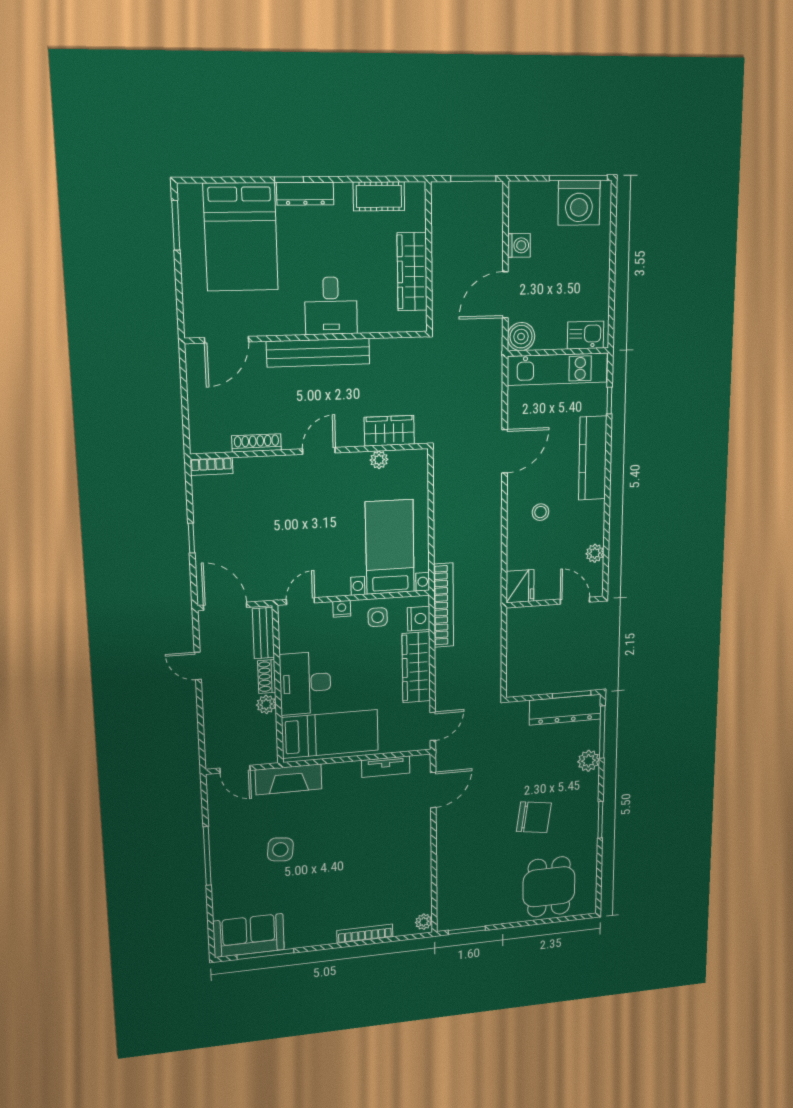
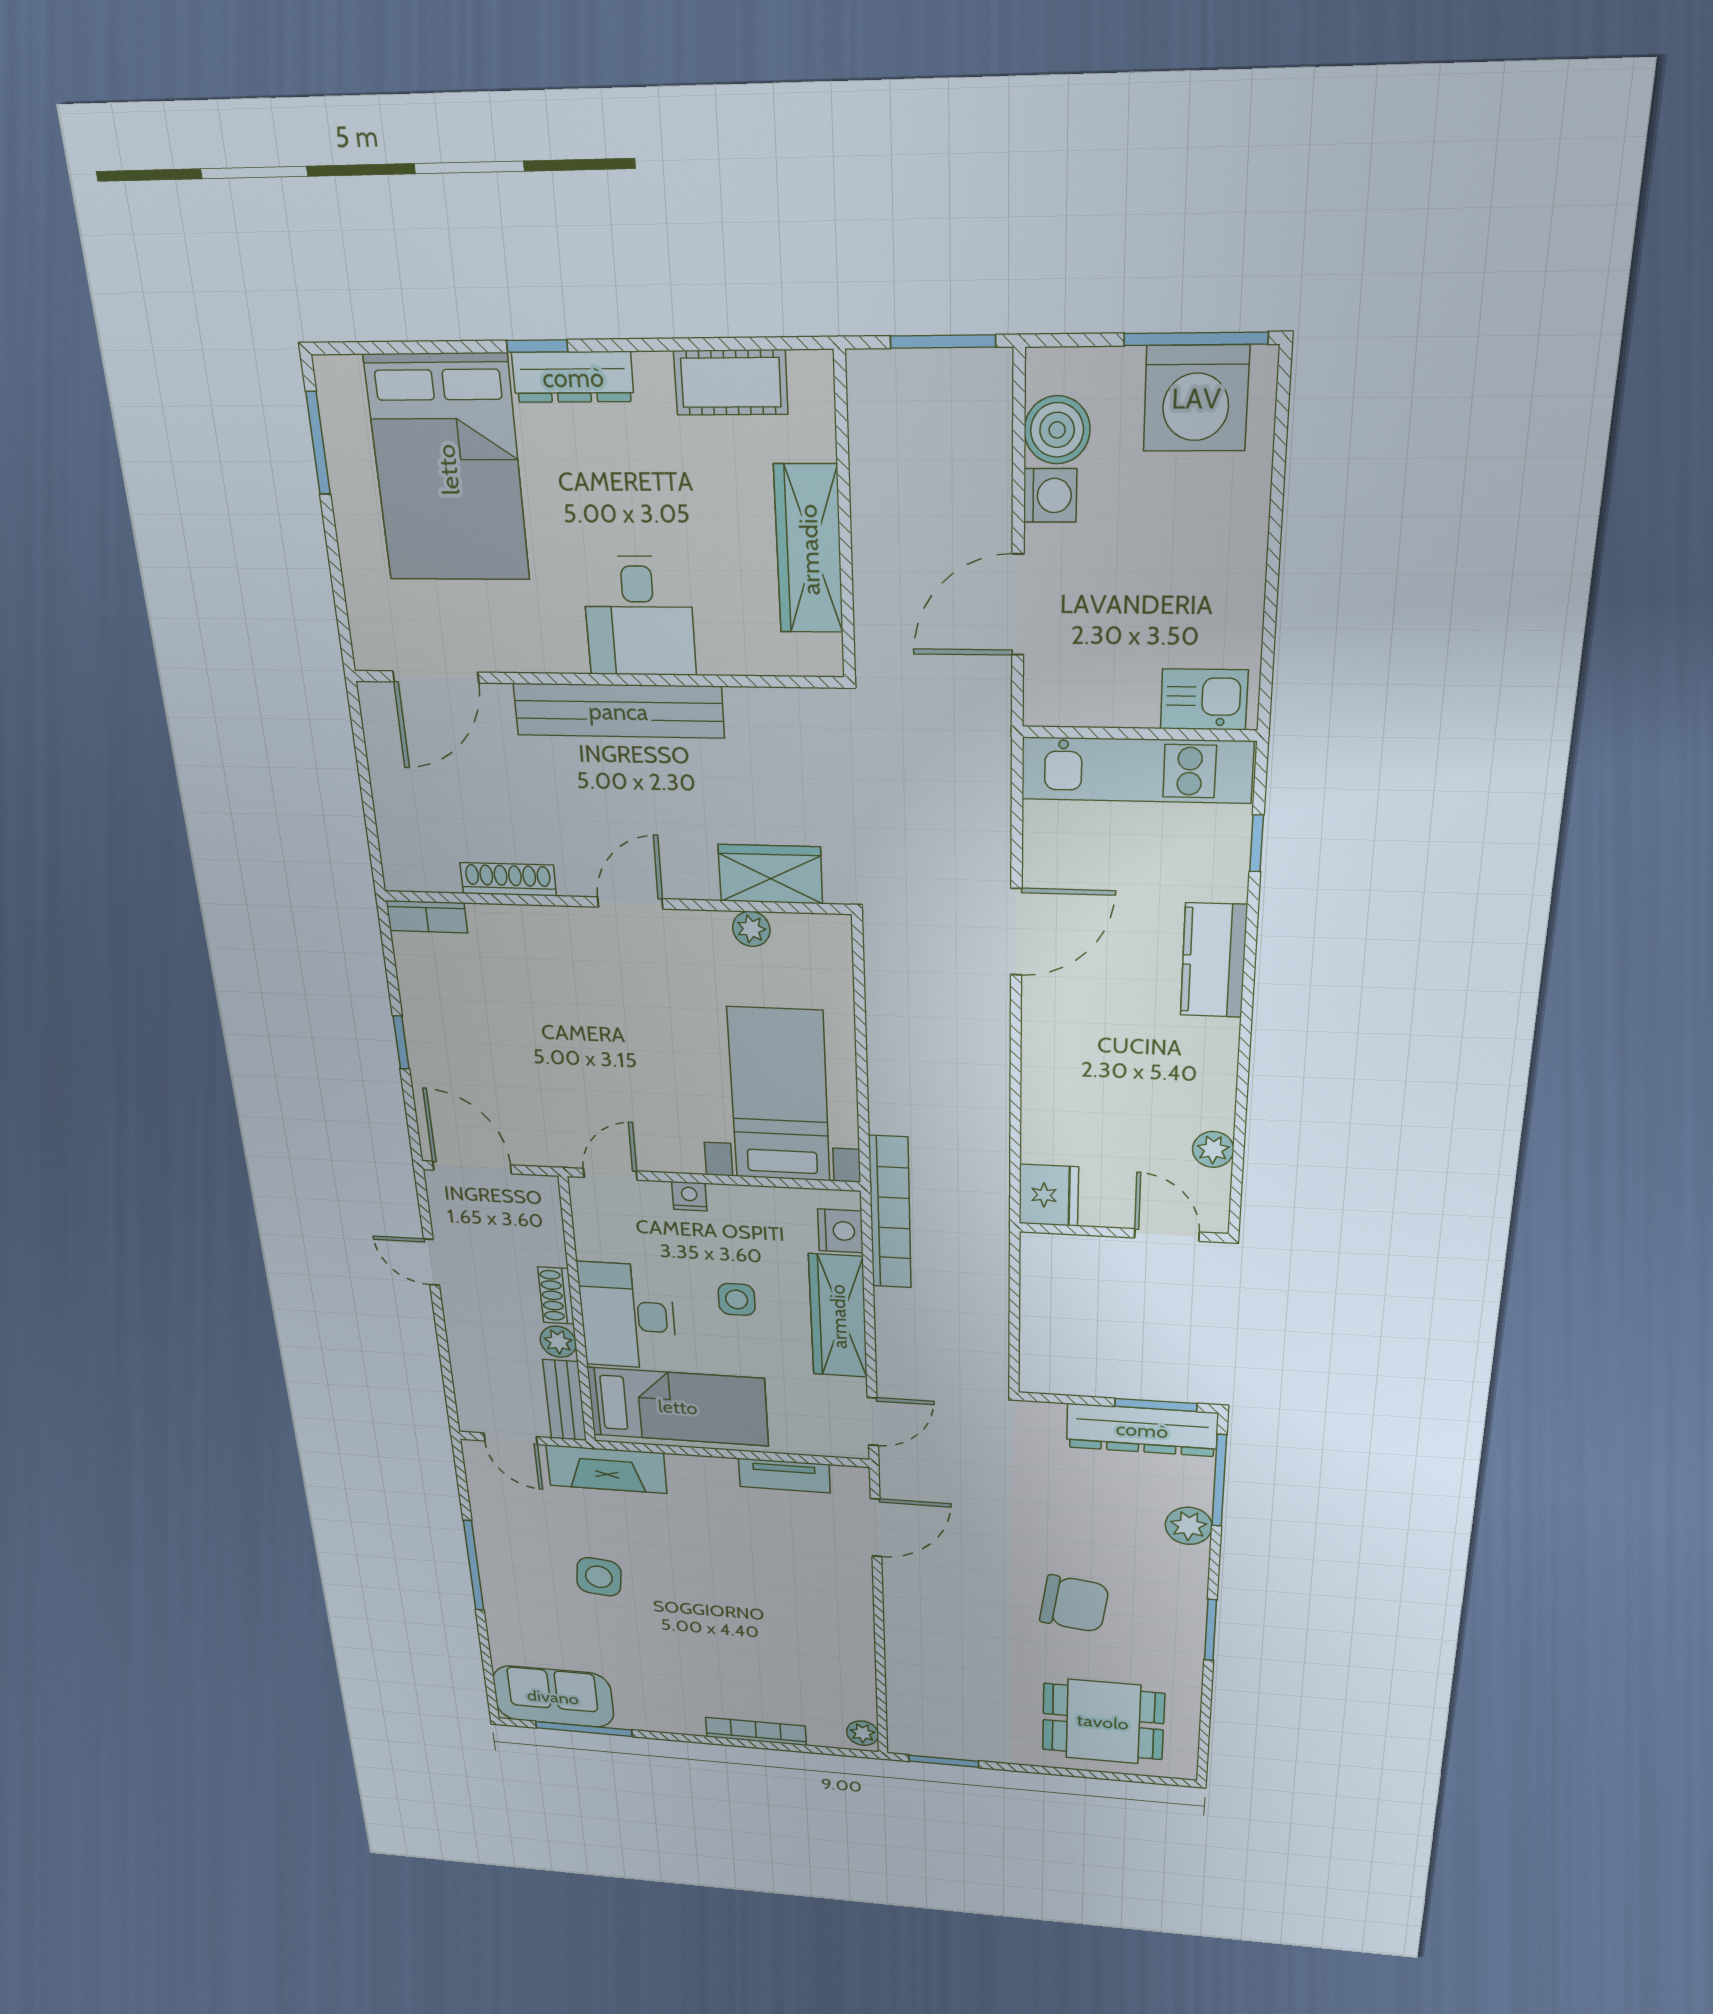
boiler: (521, 337) -> (1057, 430), moved
kitchen counter: (593, 458) -> (1214, 960), width x0.67
stool: (540, 512) -> (1094, 1058), removed
side table: (378, 617) -> (737, 1299), moved
bench: (264, 633) -> (565, 1400), moved
dining table: (549, 887) -> (1103, 1722), turned 90

